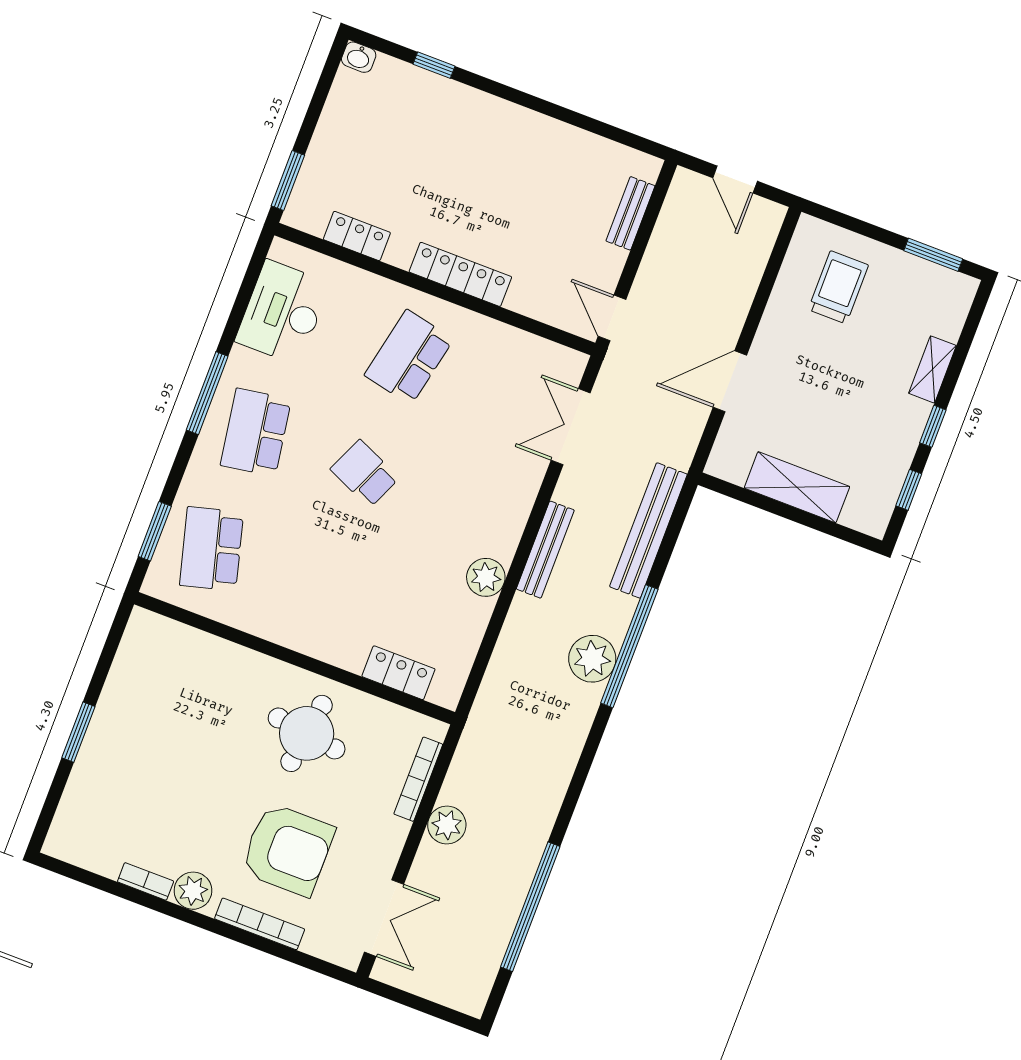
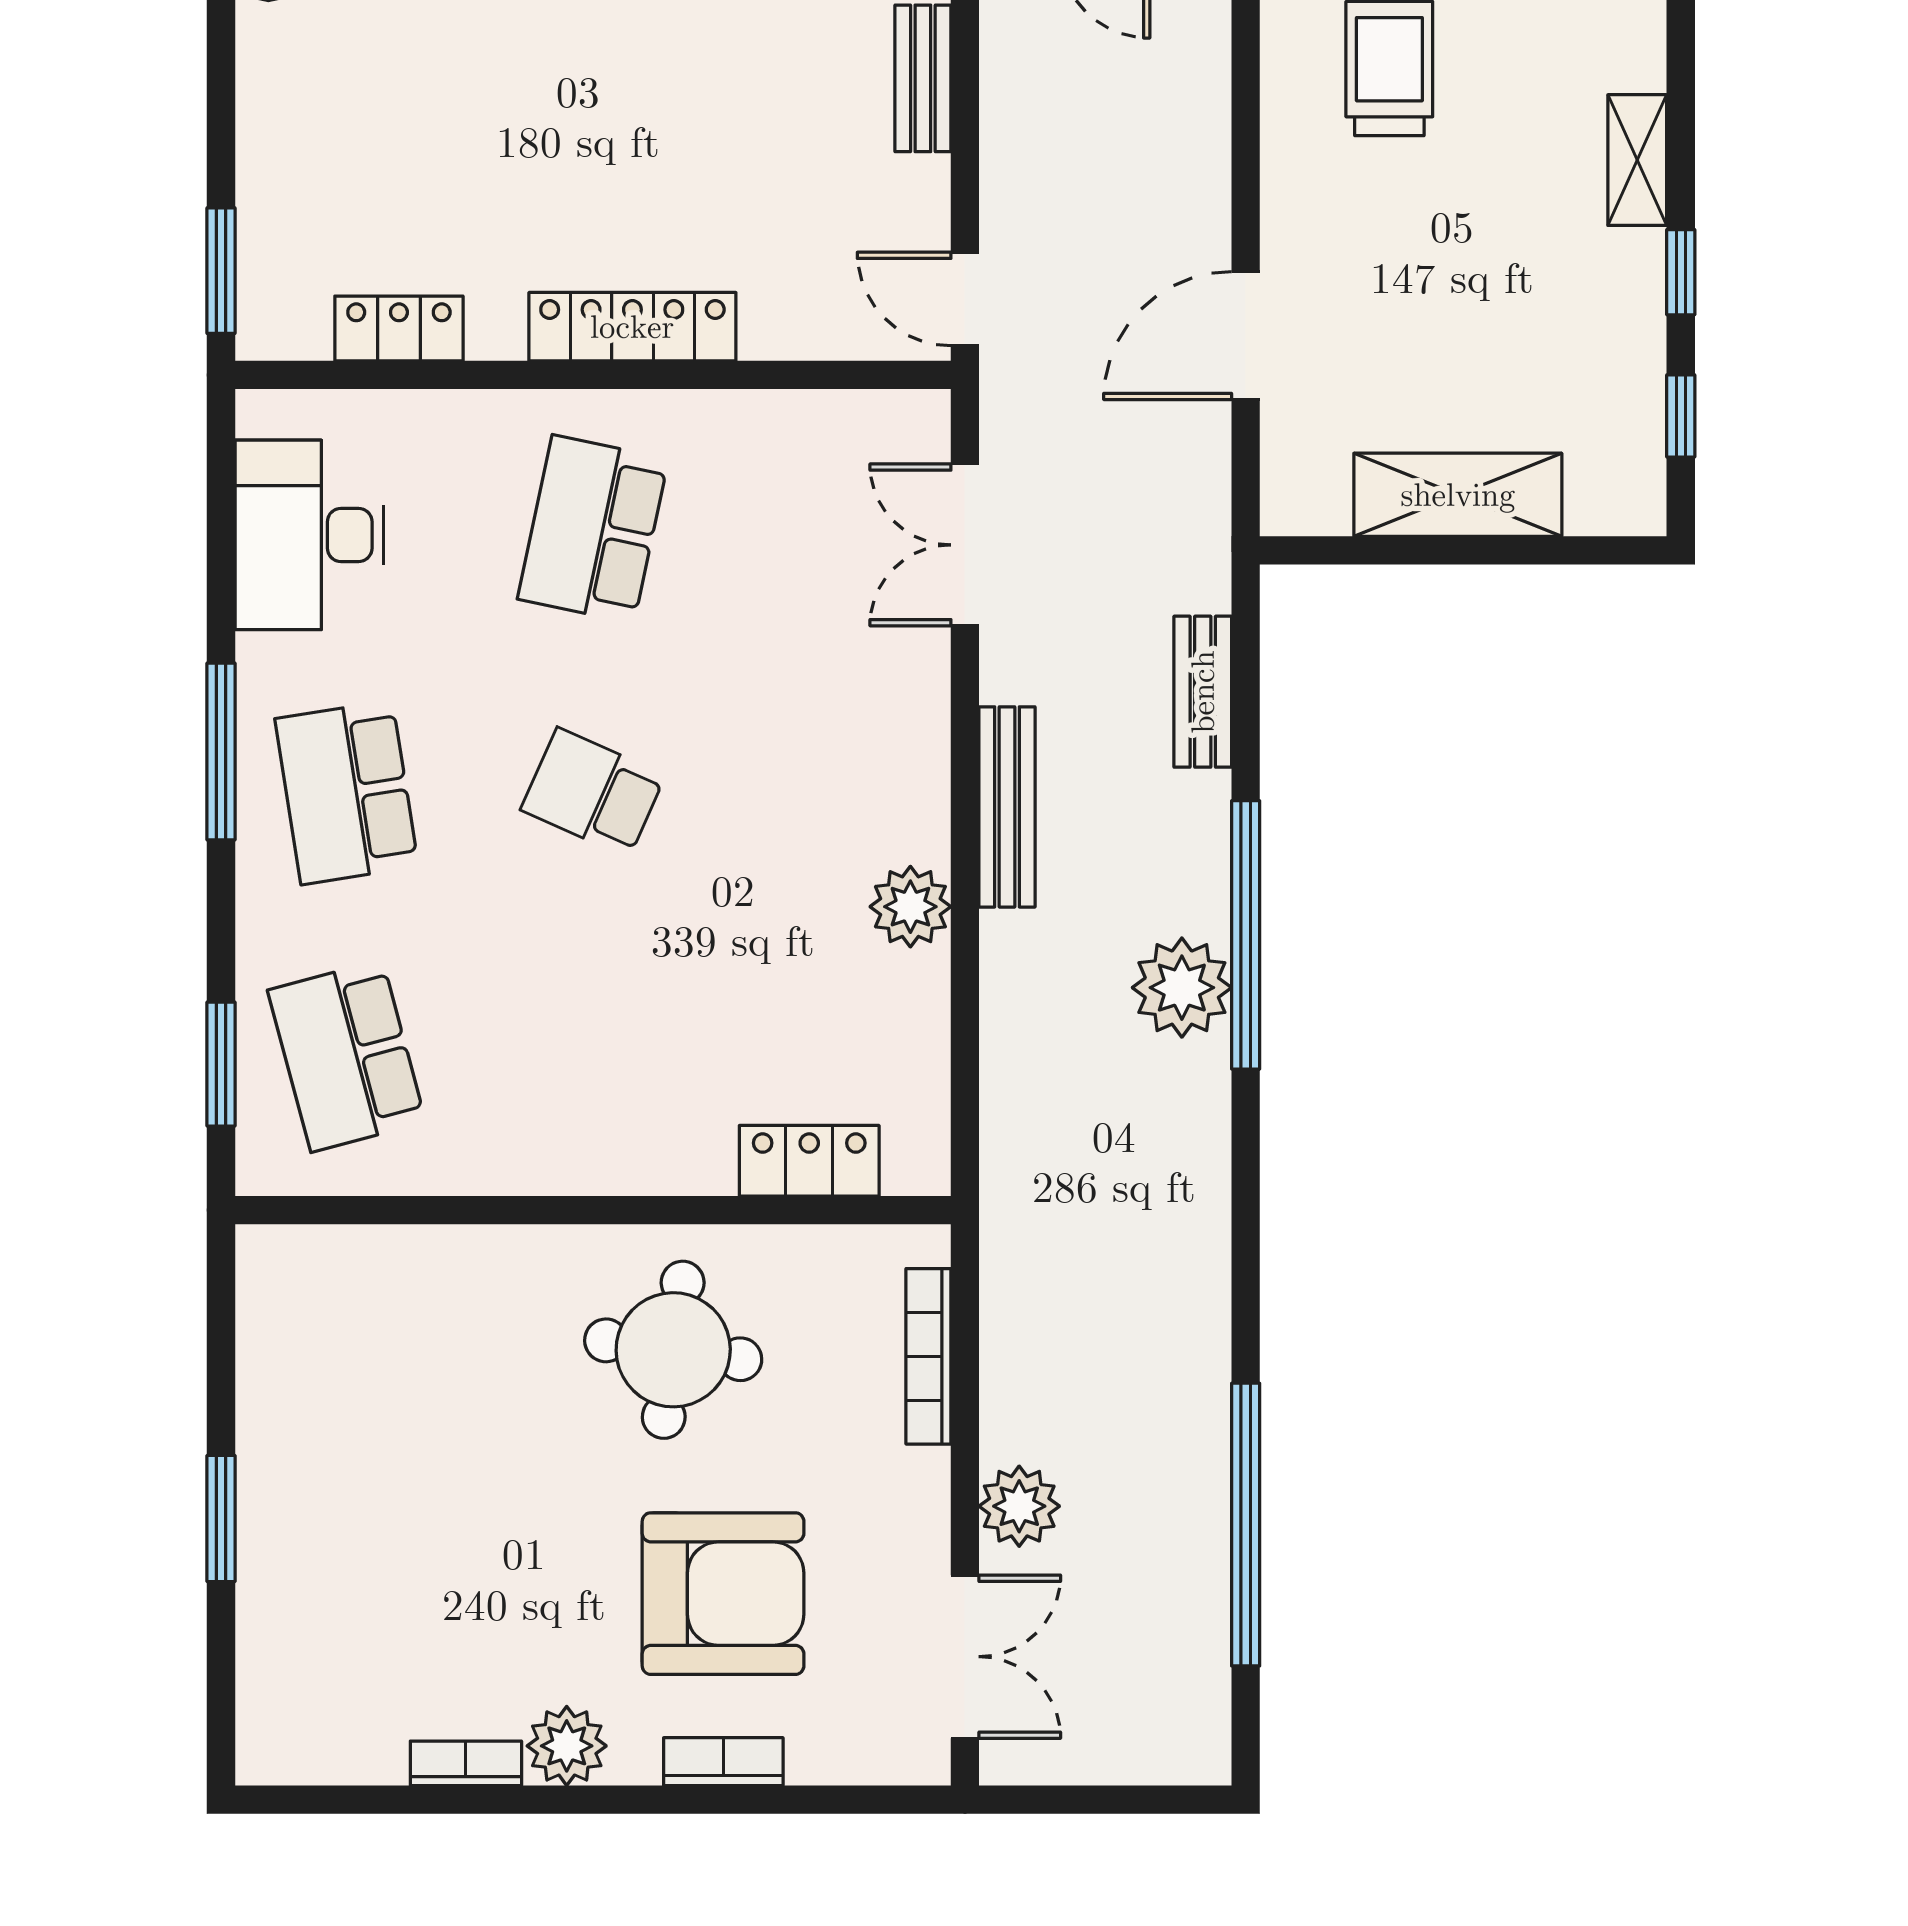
bench: (648, 530) -> (1203, 692), width x0.54, depth x0.82
plant: (447, 825) -> (1019, 1506), moved
bookcase: (260, 924) -> (723, 1762), width x0.64

